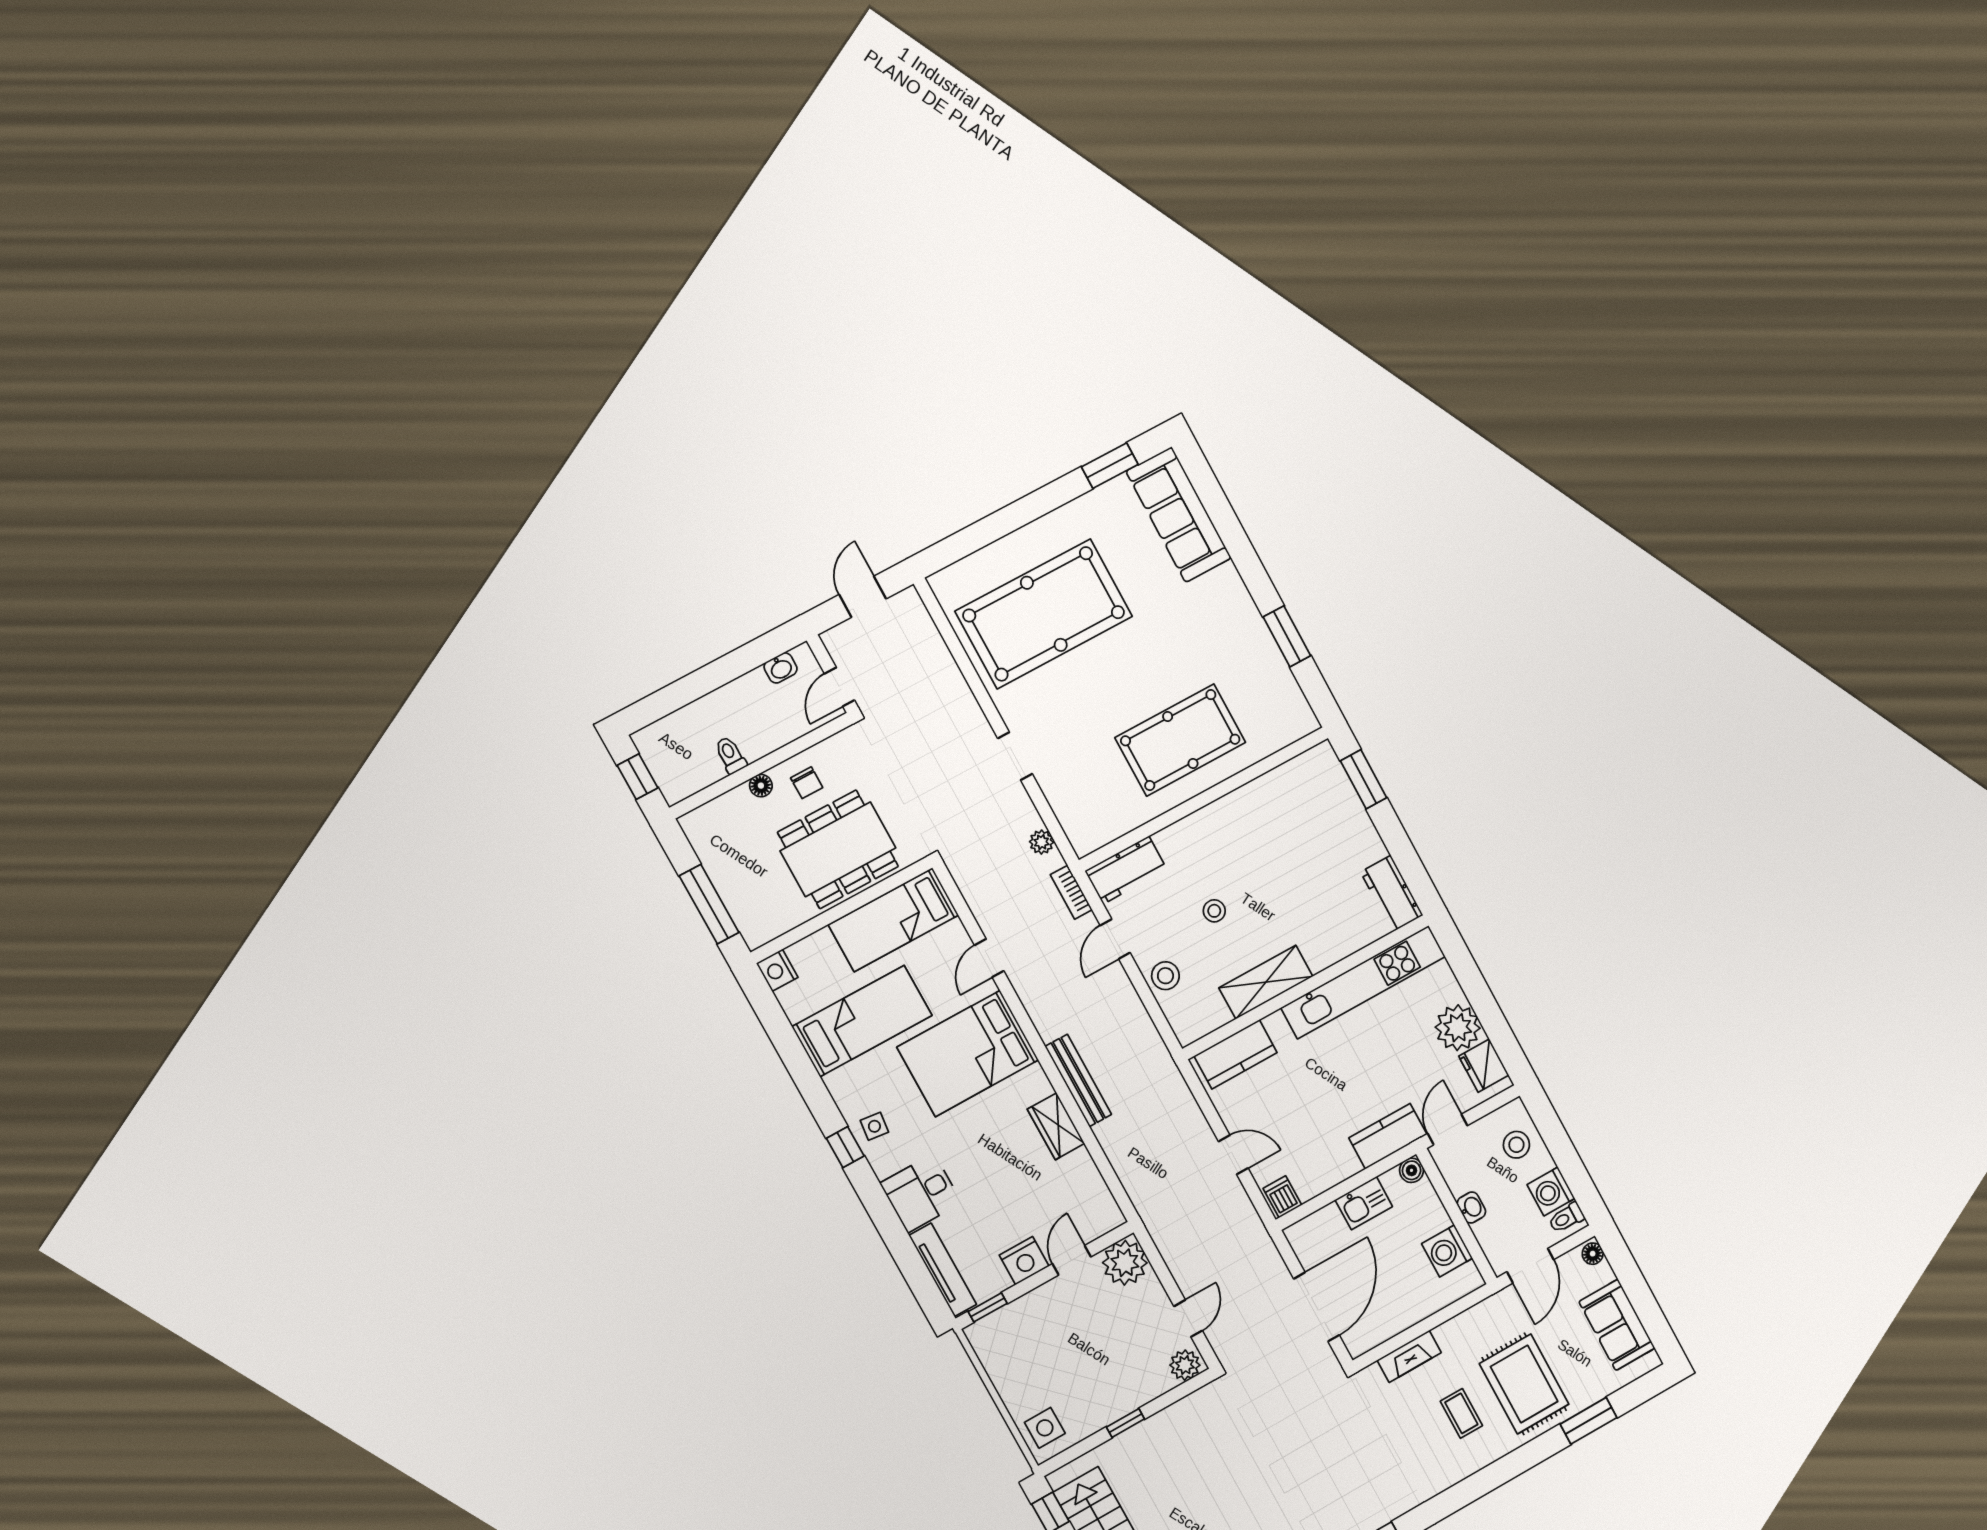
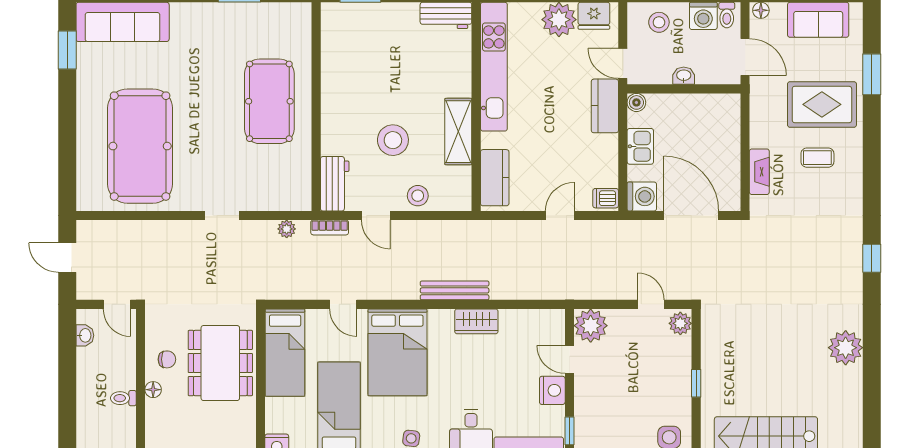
stool: (1214, 911) -> (393, 140), width x1.89, depth x1.89
washing machine: (1447, 1251) -> (642, 196), moved, turned -90

